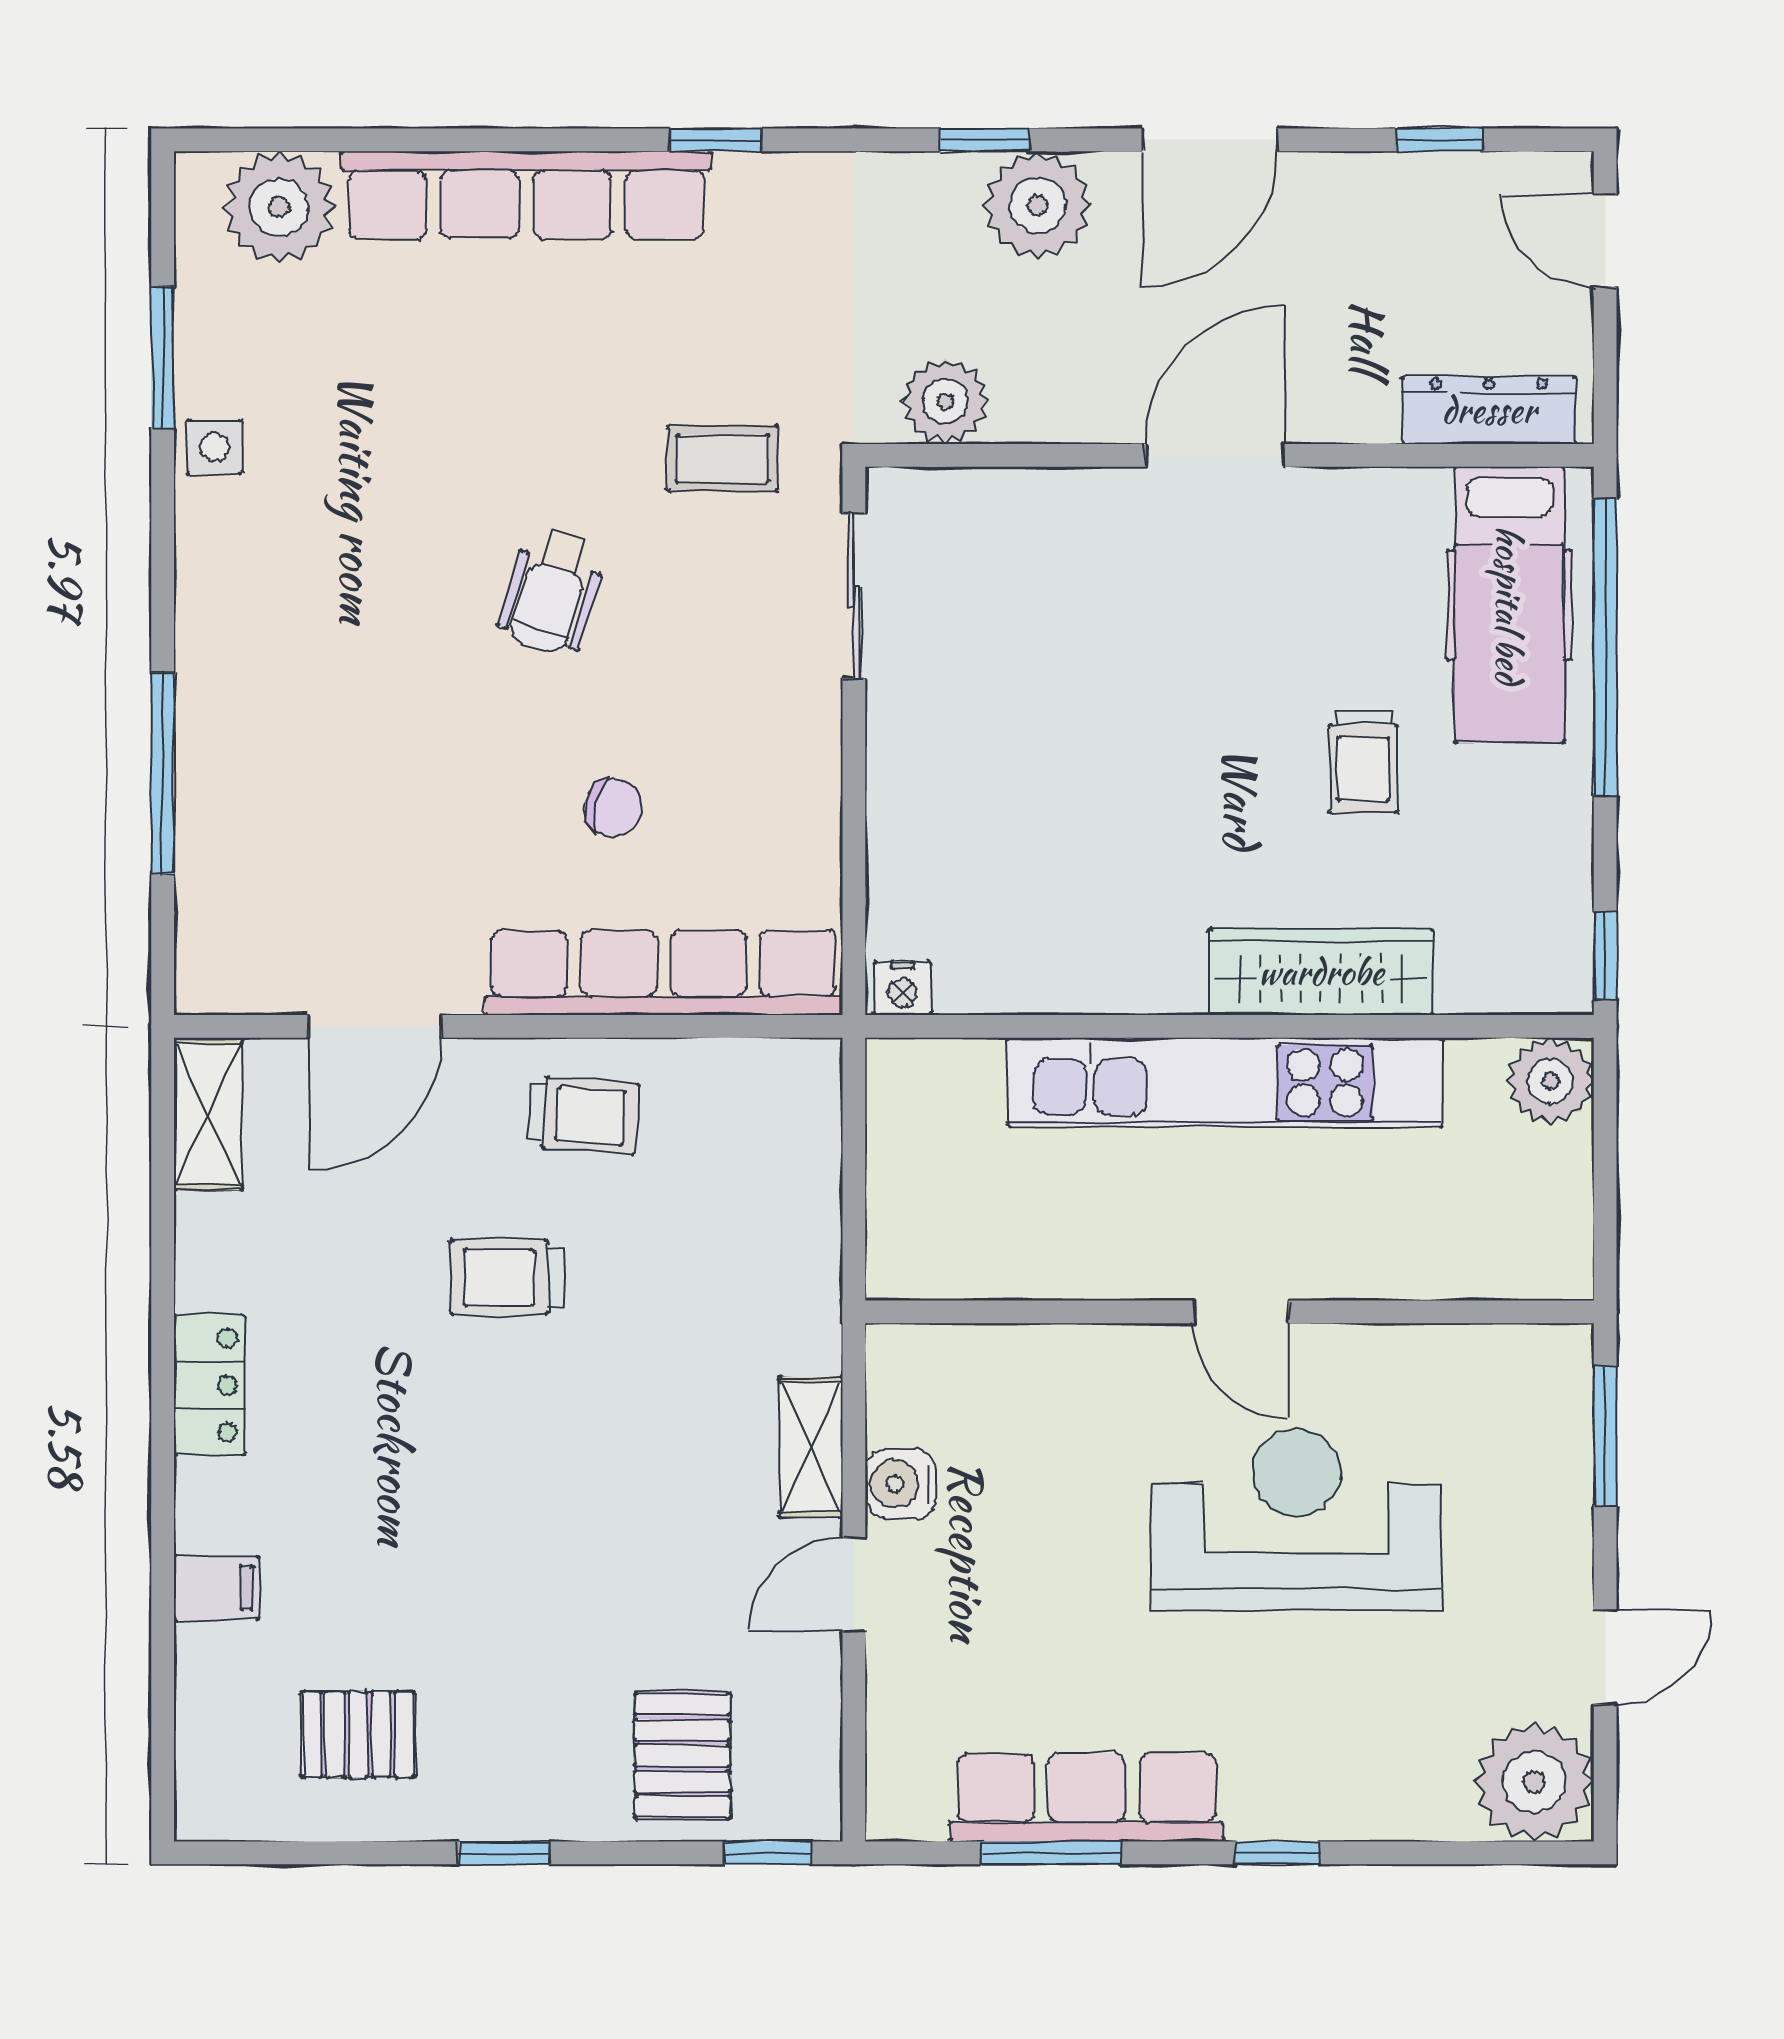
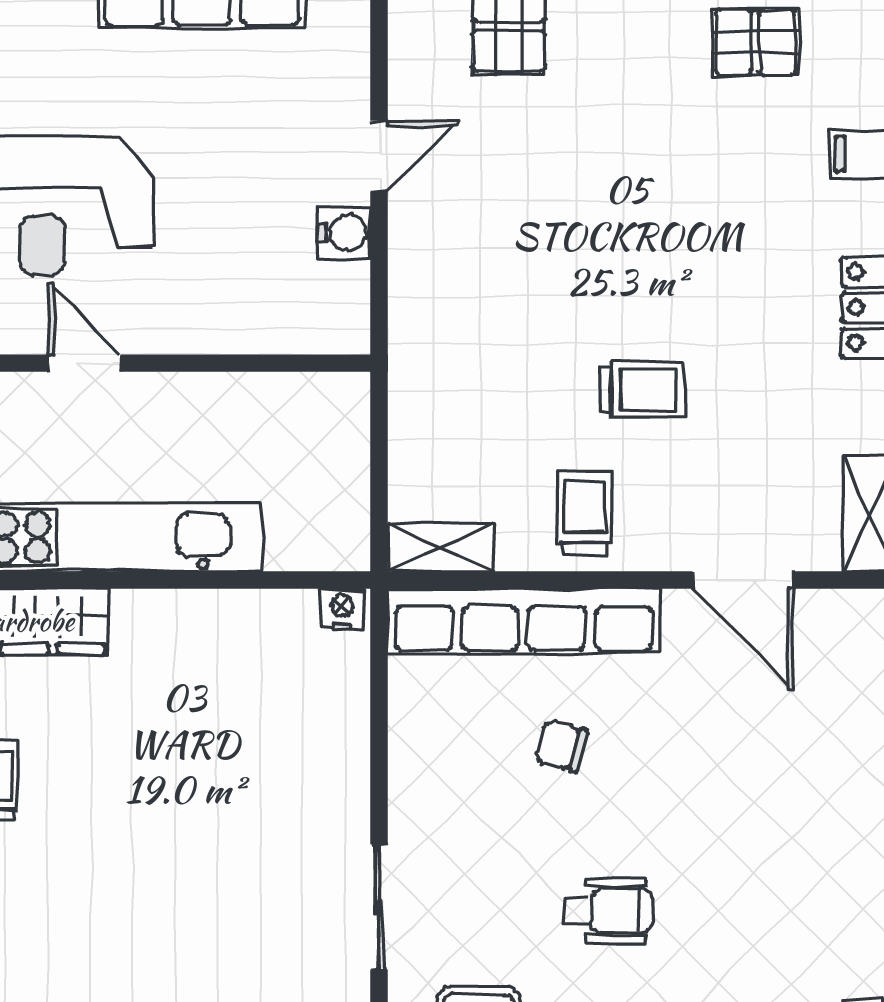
wheelchair: (552, 591) -> (608, 911), turned 73
door: (375, 1026) -> (743, 580), swing flipped
trolley: (583, 1115) -> (585, 513), turned 86
shelving: (811, 1447) -> (441, 547), moved, turned 90

